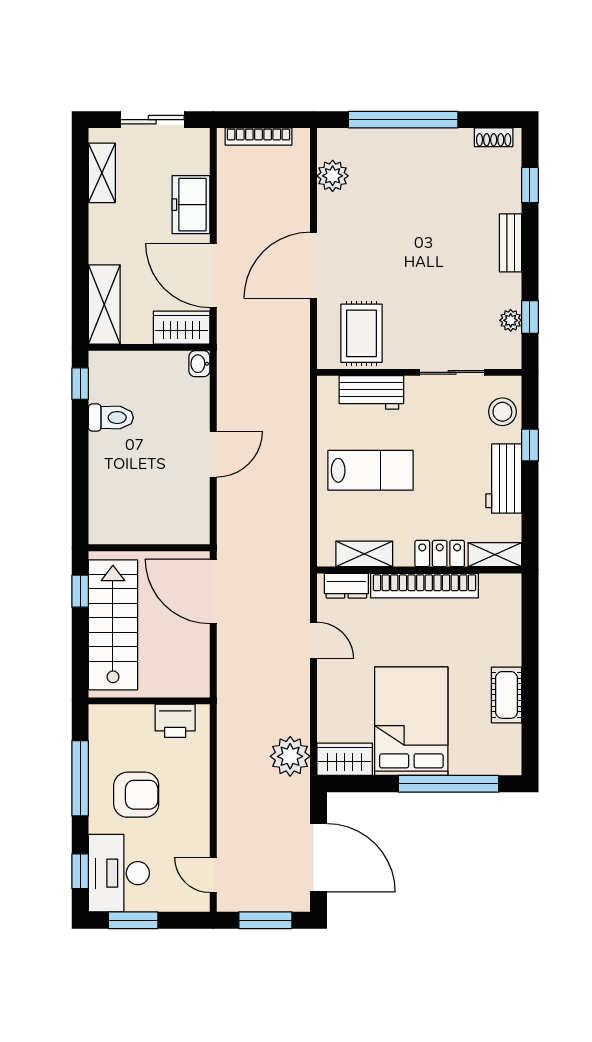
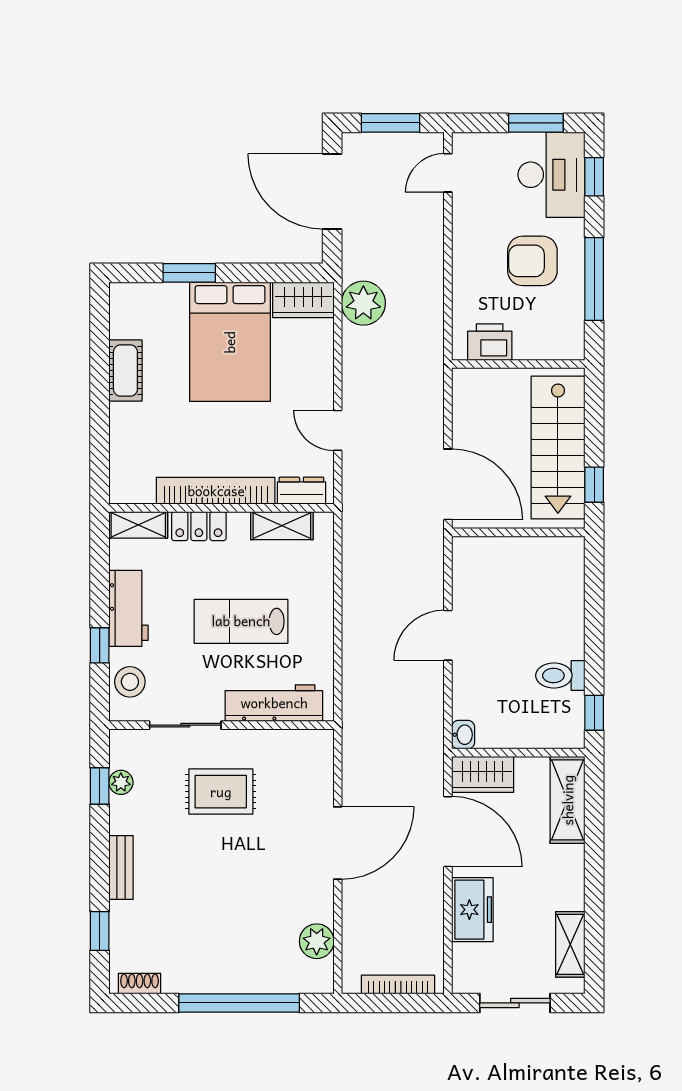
rug: (362, 333) -> (221, 792), moved, turned 90
workbench: (371, 392) -> (274, 703), width x1.38
lab bench: (371, 470) -> (241, 621), moved
window: (449, 784) -> (189, 273), width x0.47
door: (213, 875) -> (448, 173), swing flipped

